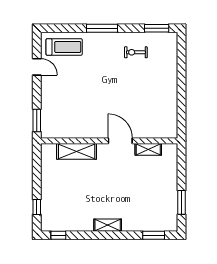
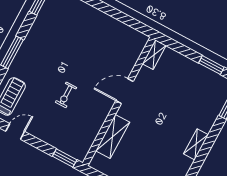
exercise bike: (136, 52) -> (66, 95), moved
shelving: (148, 149) -> (154, 55), moved

